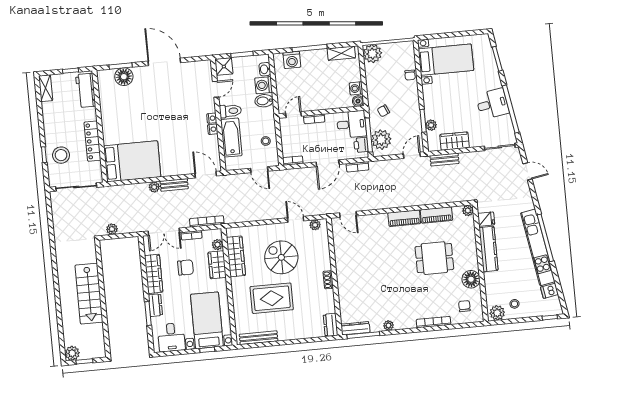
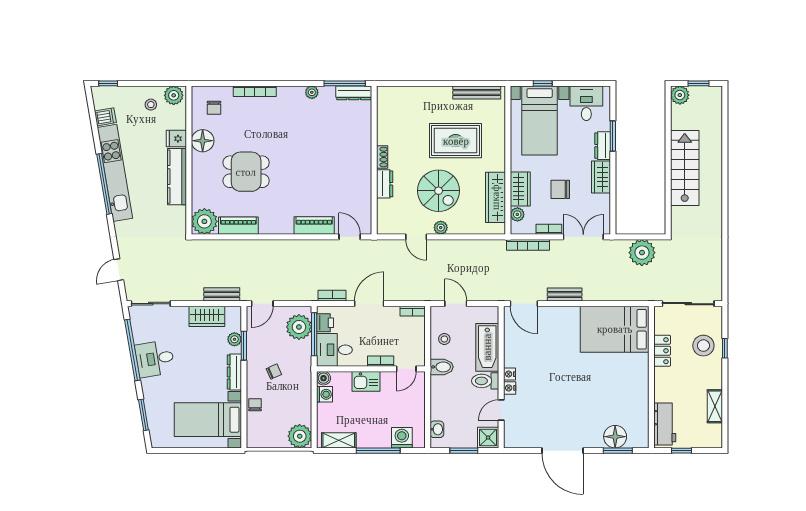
washing machine: (264, 85) -> (440, 409), removed
shelving: (46, 88) -> (715, 406), moved
dresser: (429, 99) -> (234, 372), added
bidet: (264, 101) -> (442, 367), moved
kitchen sink: (324, 102) -> (366, 381), added
chair: (383, 111) -> (274, 372), moved
nightstand: (213, 129) -> (510, 388), moved
locker: (93, 141) -> (662, 351), width x0.66
door: (527, 171) -> (119, 270), hinge flipped
plant: (154, 187) -> (590, 294), removed
plant: (468, 211) -> (204, 221), width x1.88, depth x1.88
piano: (404, 218) -> (314, 225), moved
fridge: (486, 219) -> (176, 139), moved
plant: (315, 225) -> (441, 228), moved
plant: (112, 229) -> (642, 253), width x1.87, depth x1.87
wardrobe: (154, 274) -> (601, 177), width x0.67
dresser: (331, 325) -> (385, 184), moved
plant: (72, 353) -> (680, 95), moved

